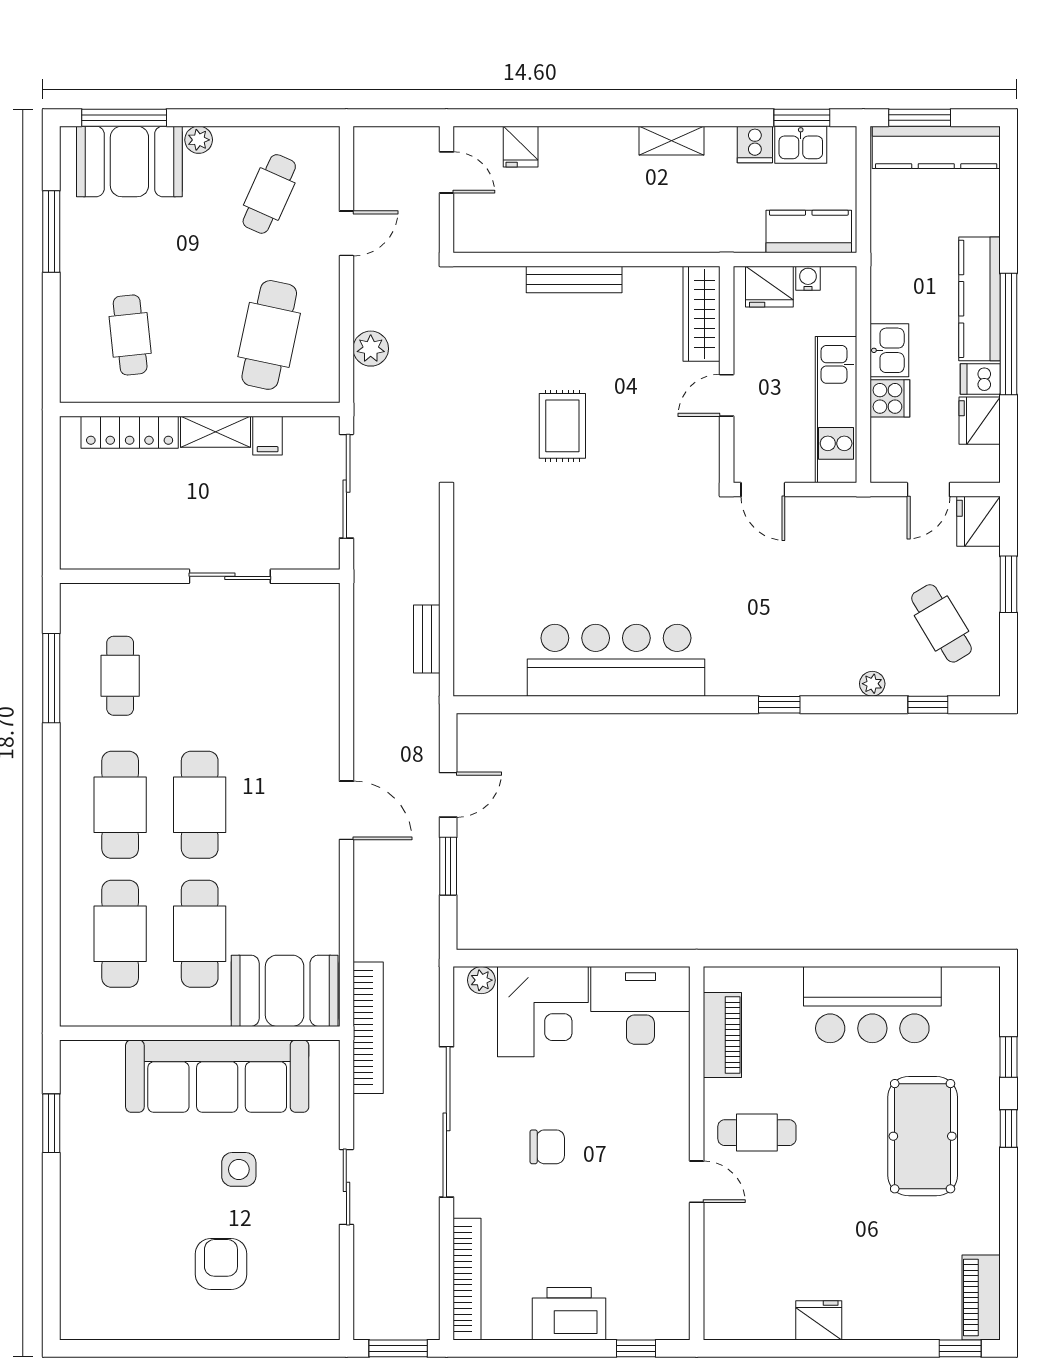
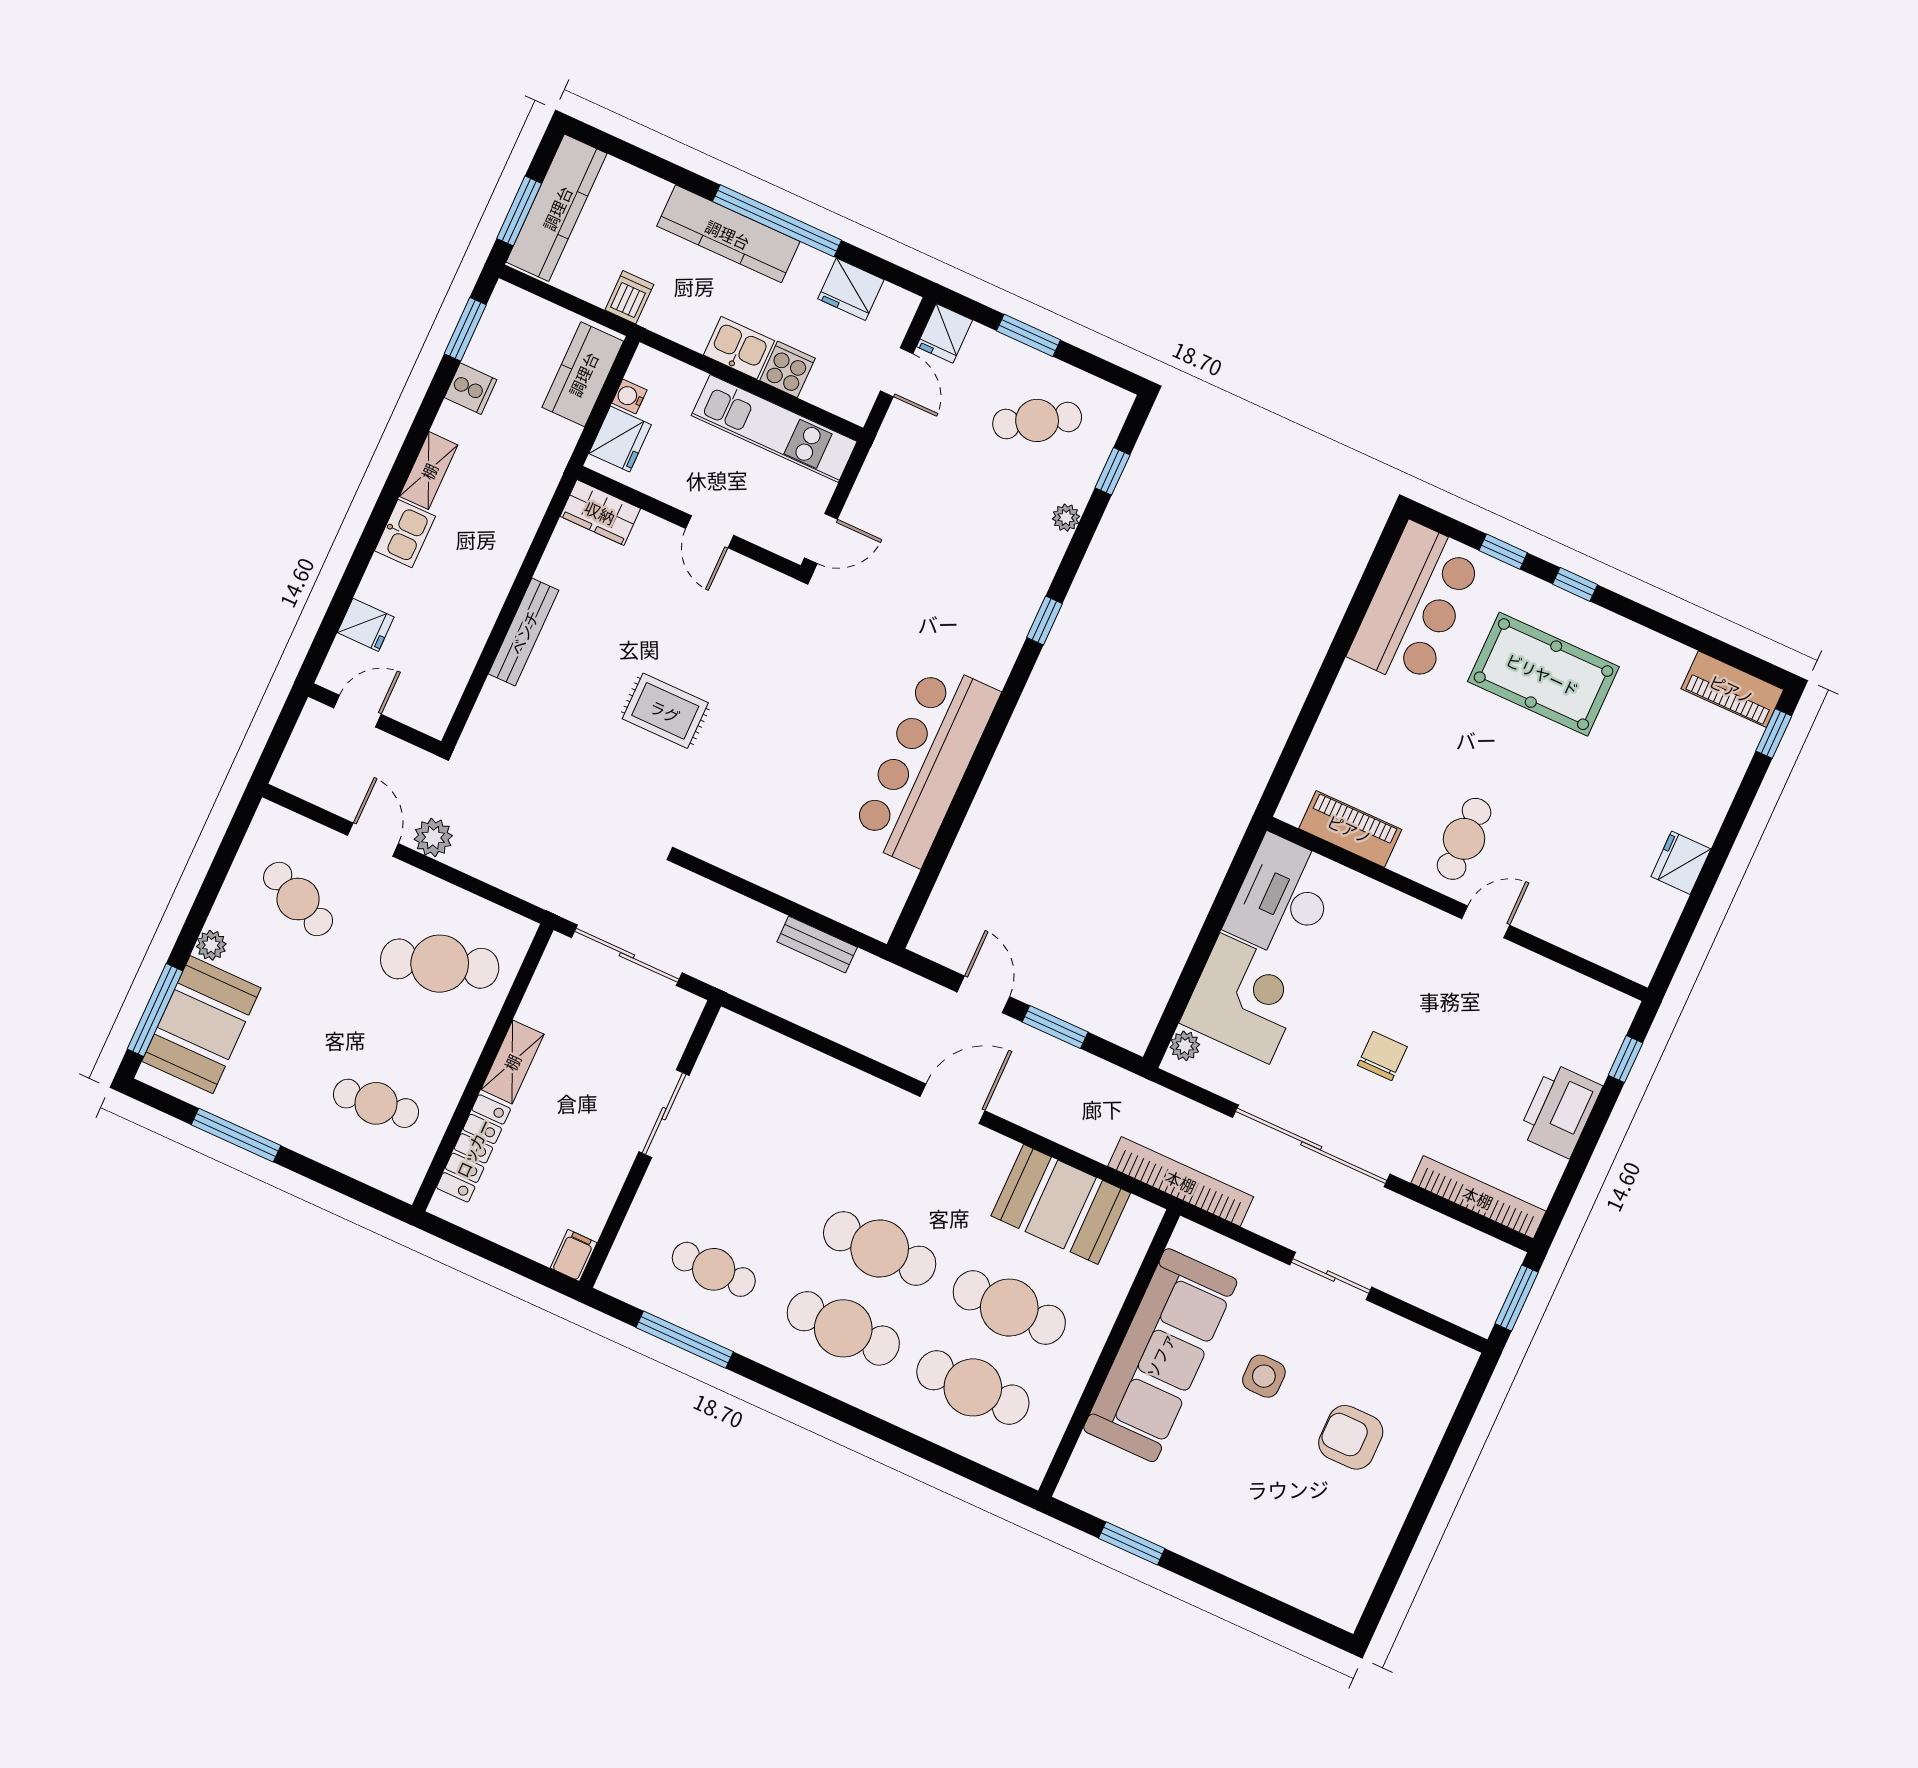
kitchen sink: (801, 145) -> (405, 534), moved
wardrobe: (702, 314) -> (600, 512), width x0.67
cafe table: (269, 335) -> (440, 964), turned -30
plant: (371, 349) -> (433, 837), moved
dishwasher: (980, 379) -> (629, 297), moved, turned 180
filing cabinet: (268, 436) -> (574, 1255), moved, turned -90
fridge: (979, 521) -> (945, 333), width x0.72
booth: (285, 991) -> (1061, 1204), moved, turned 90
bar counter: (872, 1005) -> (1415, 605), moved

